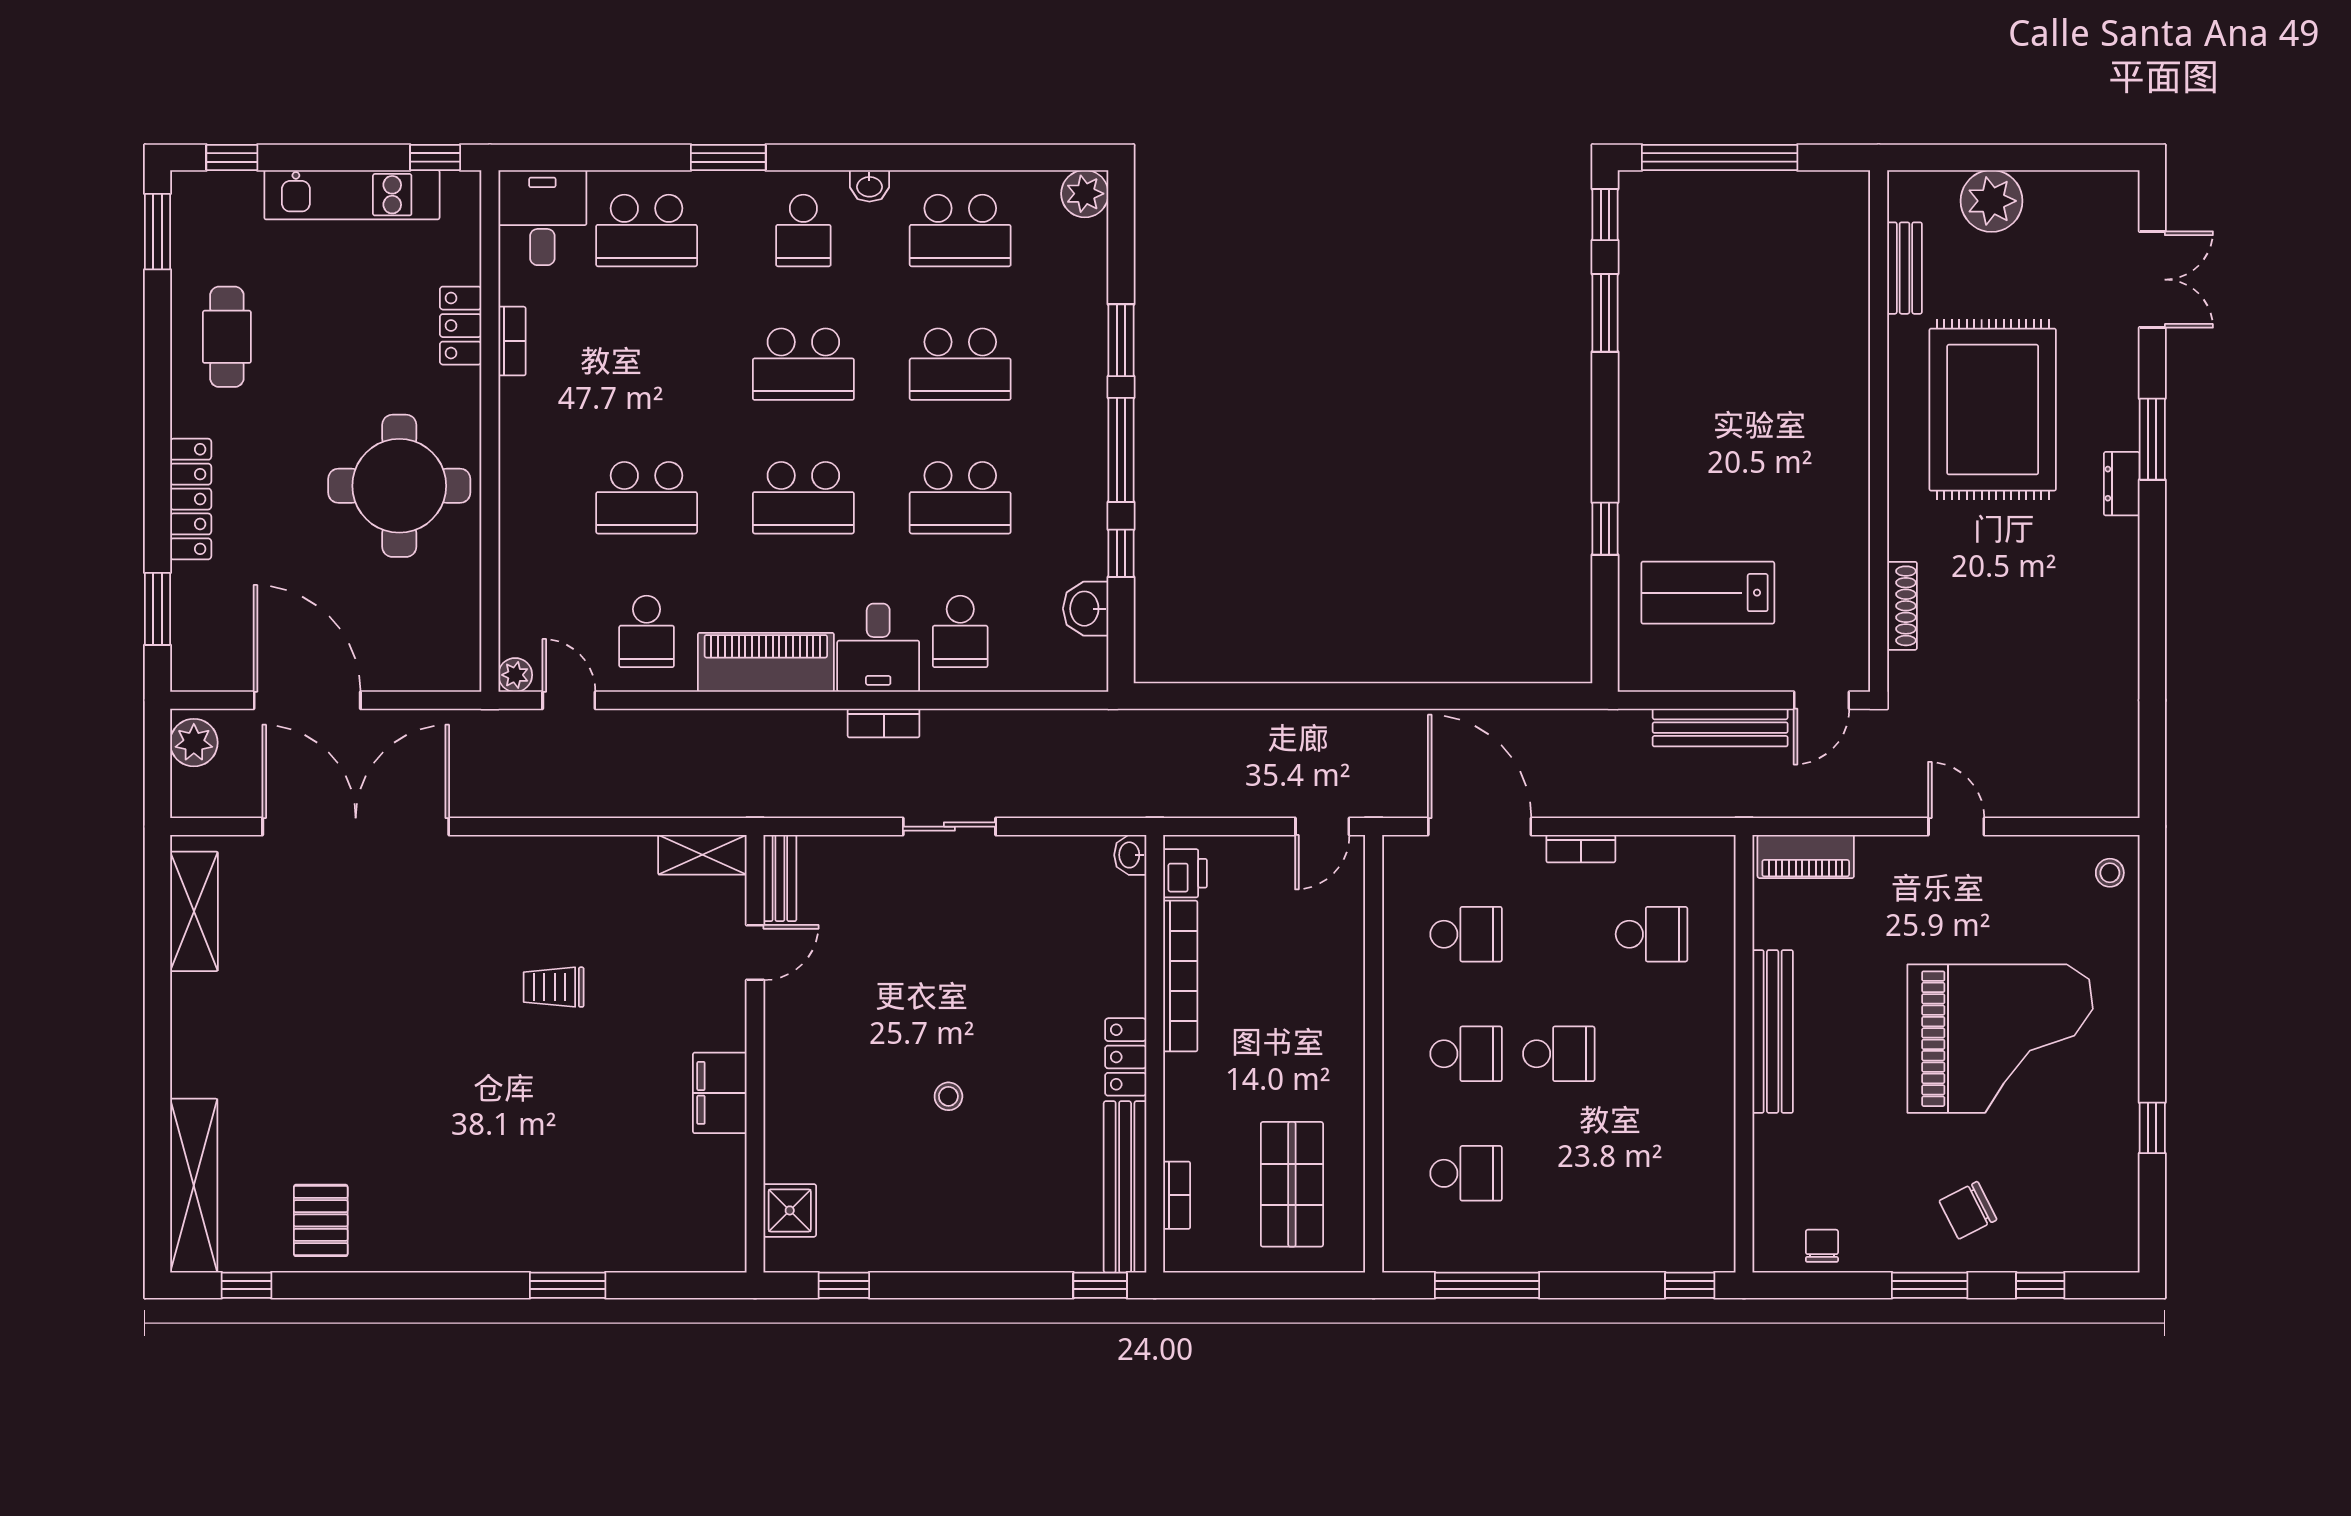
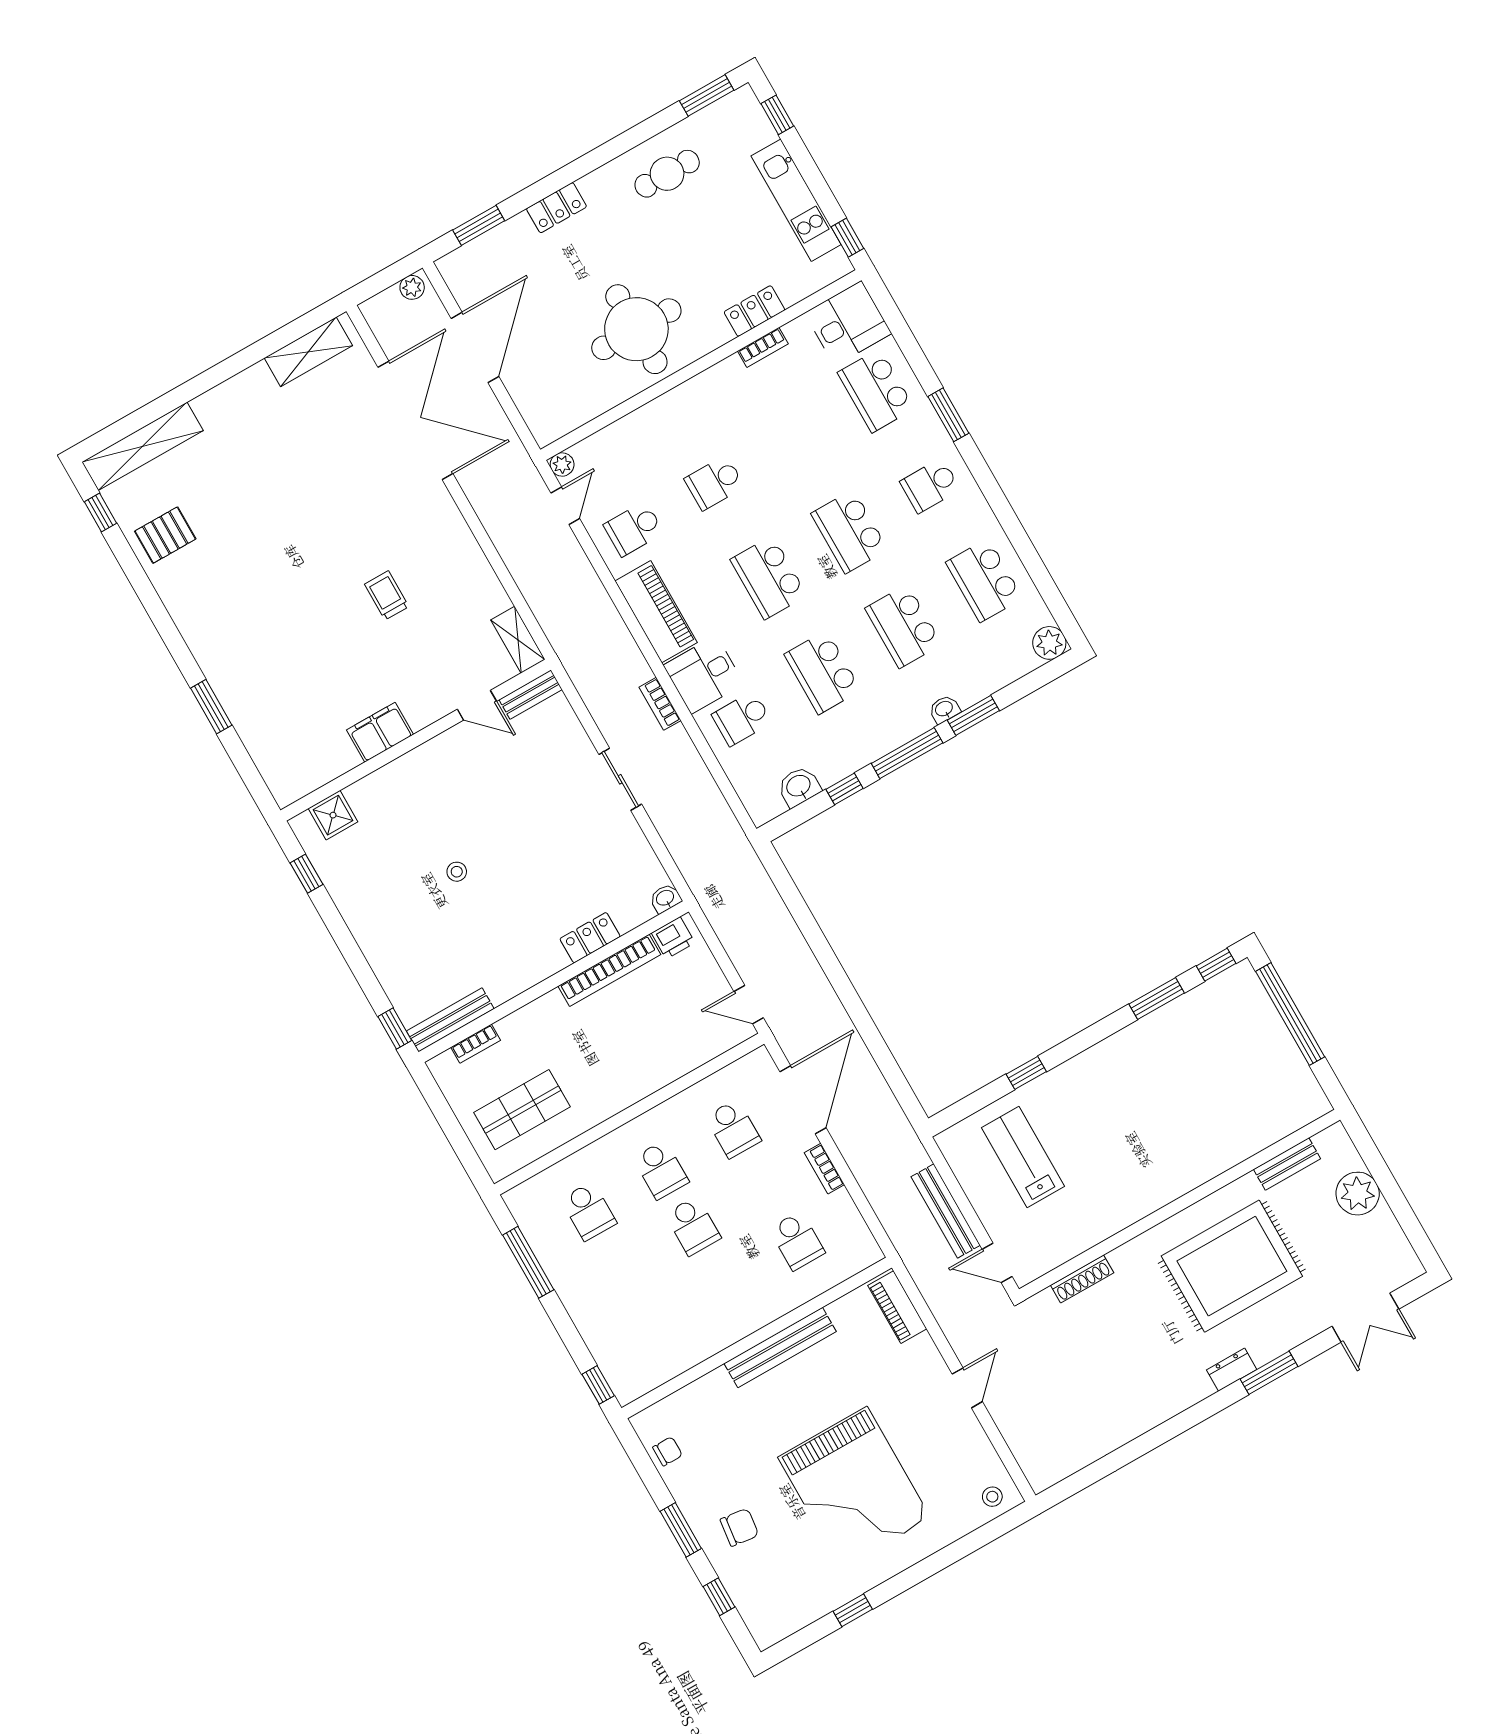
washbasin: (869, 186) -> (944, 709), moved, turned 90
school desk: (647, 498) -> (714, 483), width x0.54
locker: (191, 499) -> (556, 208), width x0.66
plant: (194, 743) -> (412, 287), width x0.73, depth x0.73
locker: (1126, 1057) -> (590, 938), moved
bench: (1125, 1187) -> (450, 1020), width x0.73, depth x0.82
chair: (1968, 1210) -> (739, 1527), turned 124

